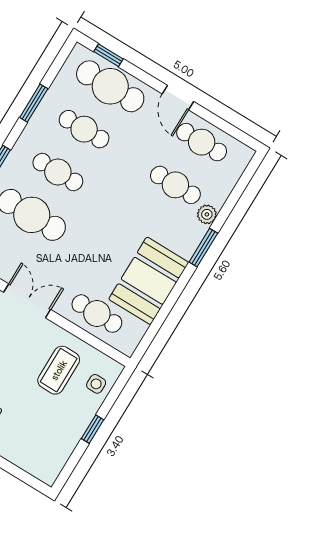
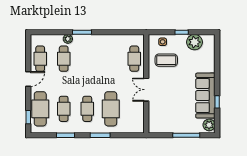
booth: (149, 281) -> (109, 46), removed
plant: (60, 442) -> (194, 42), added

